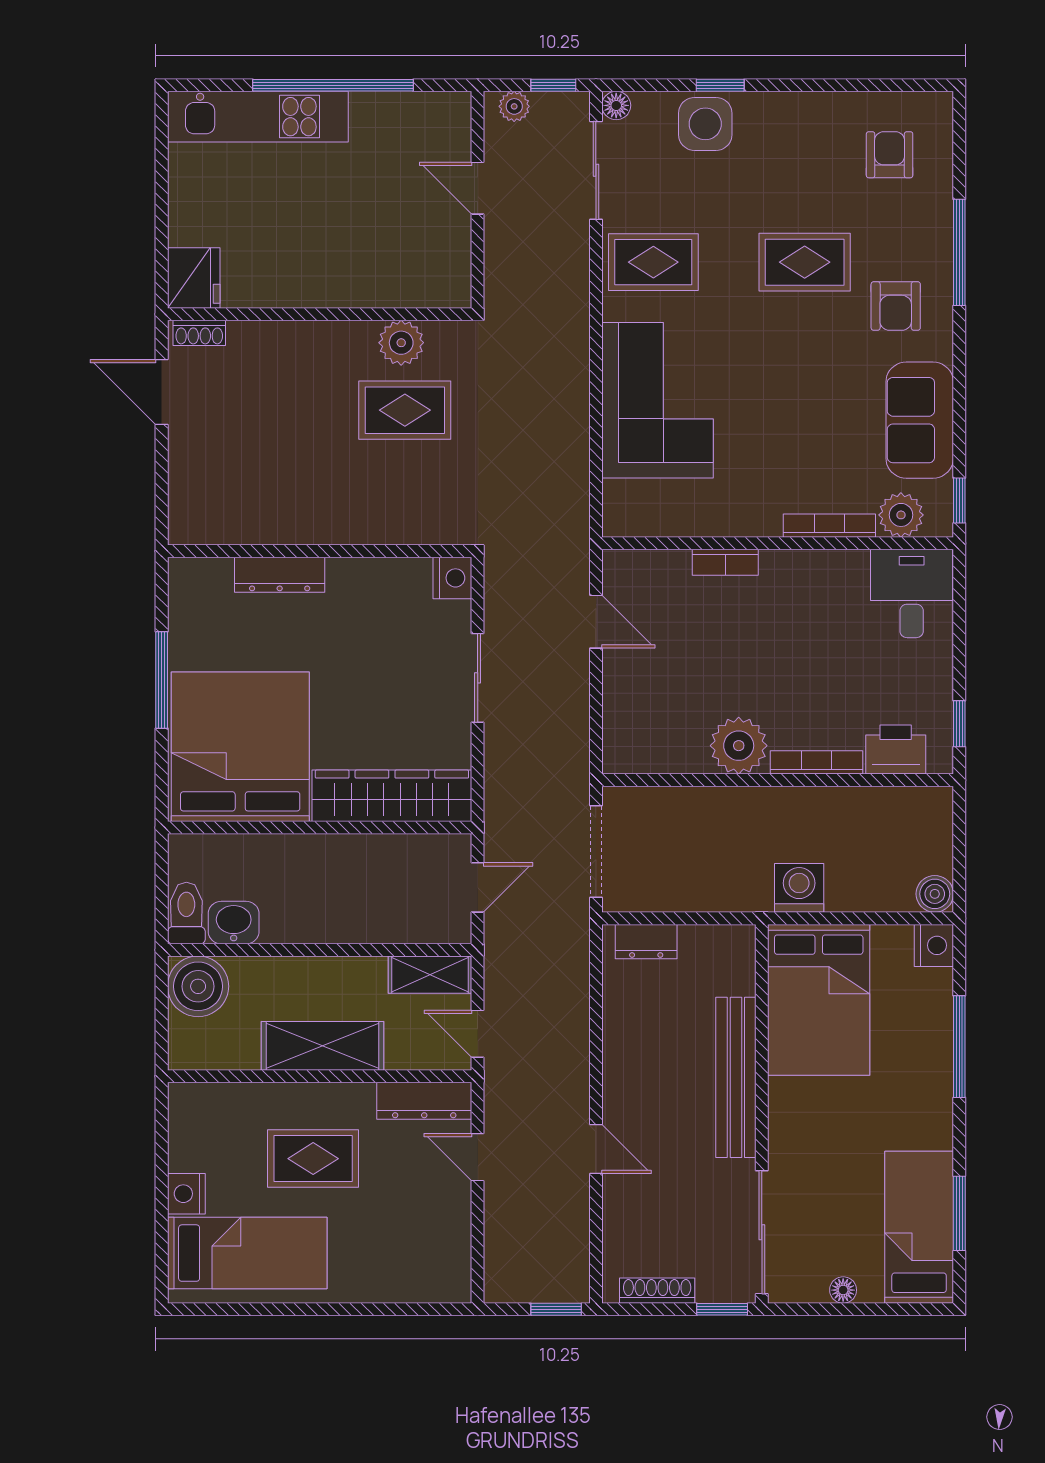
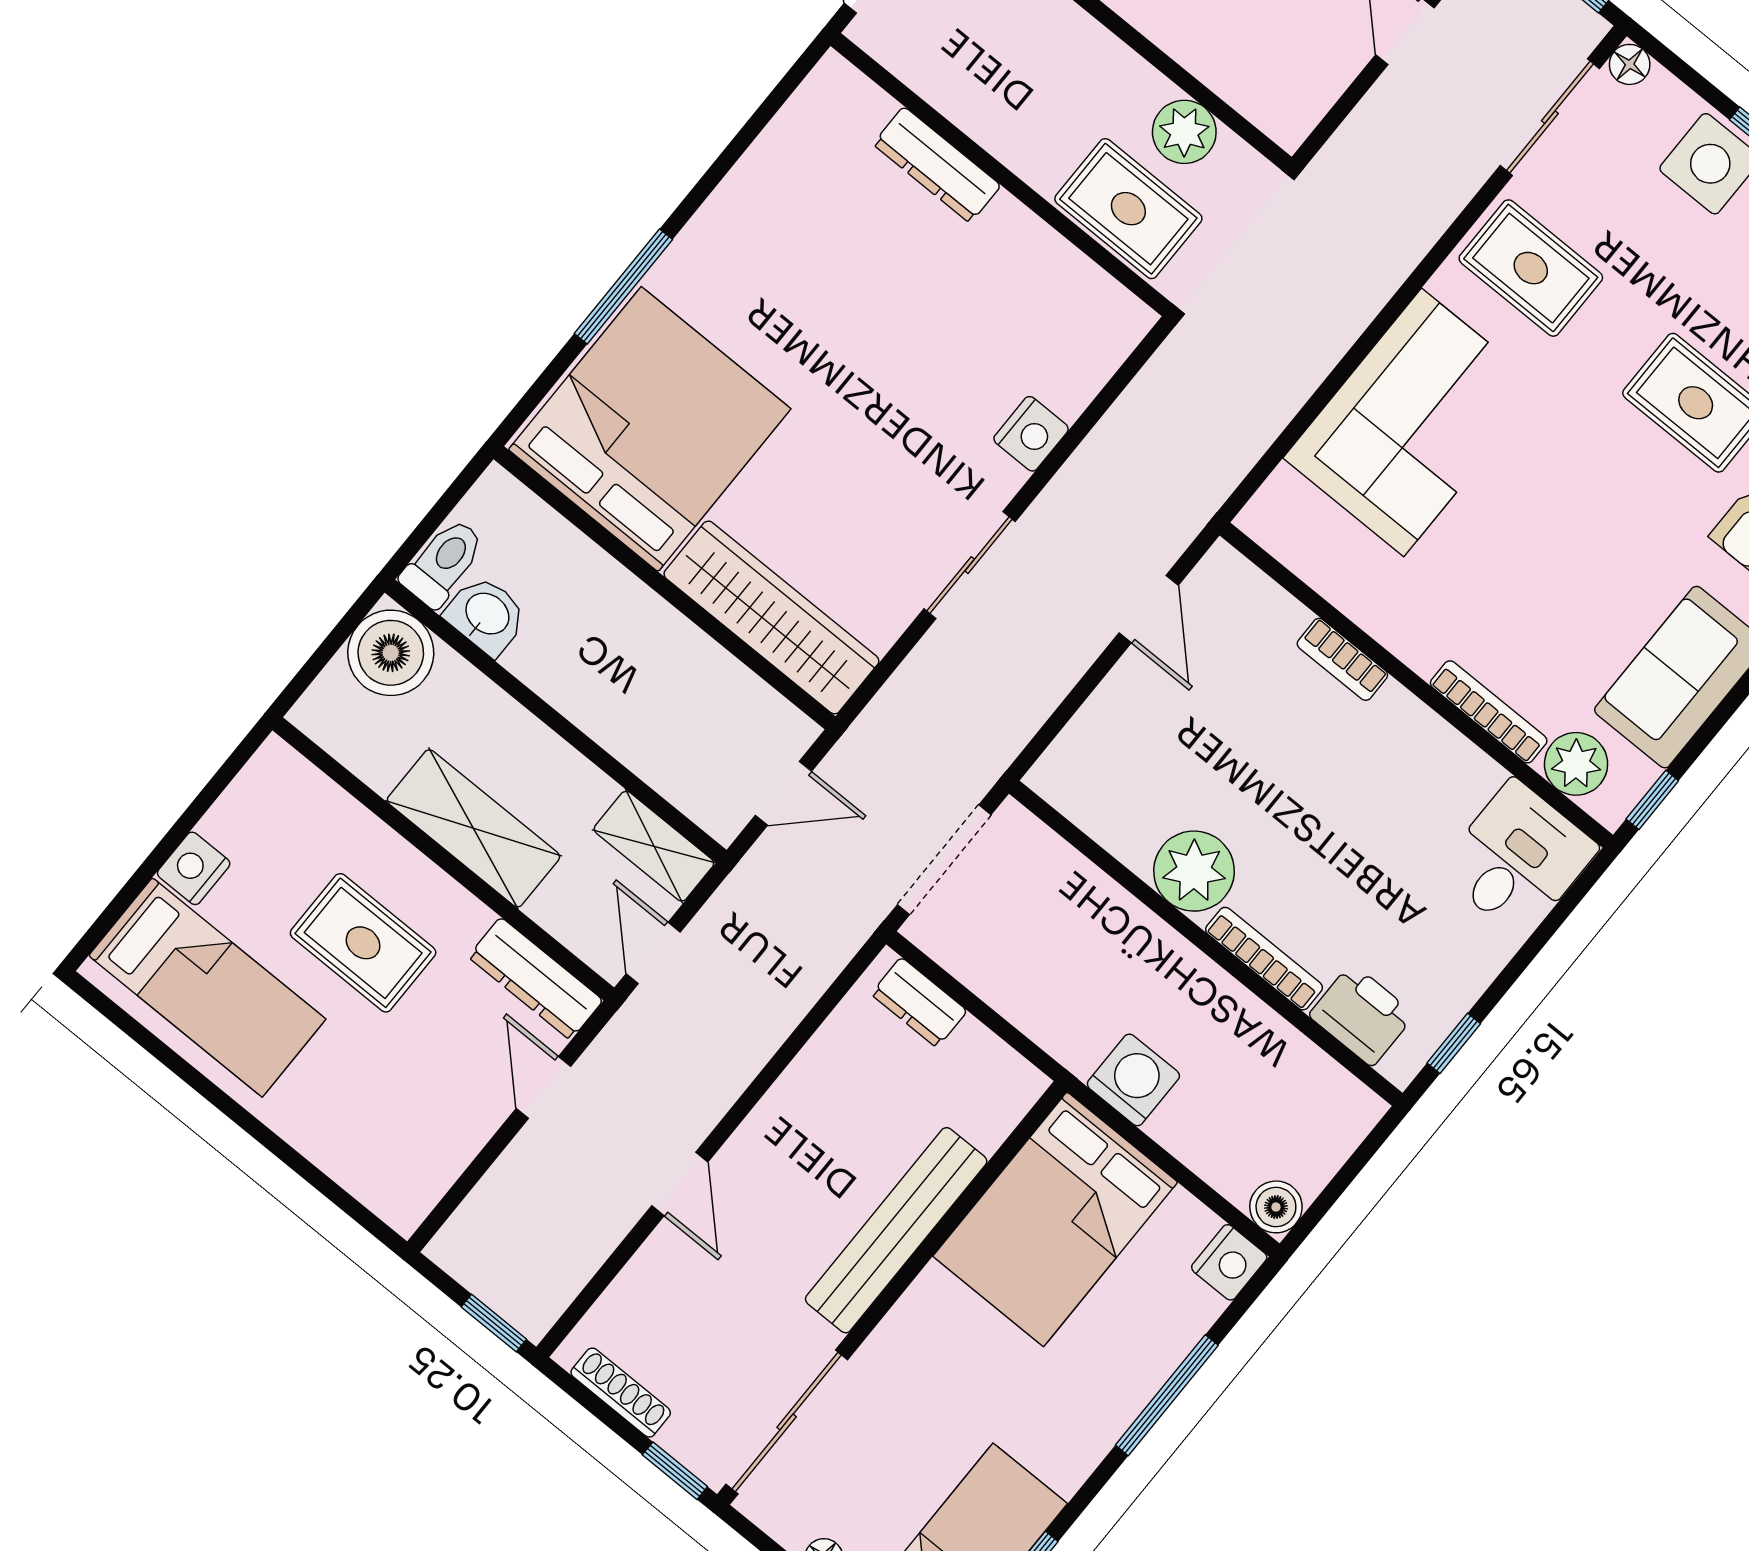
wall: (320, 551) -> (1001, 175), moved
dresser: (280, 575) -> (937, 165), moved

